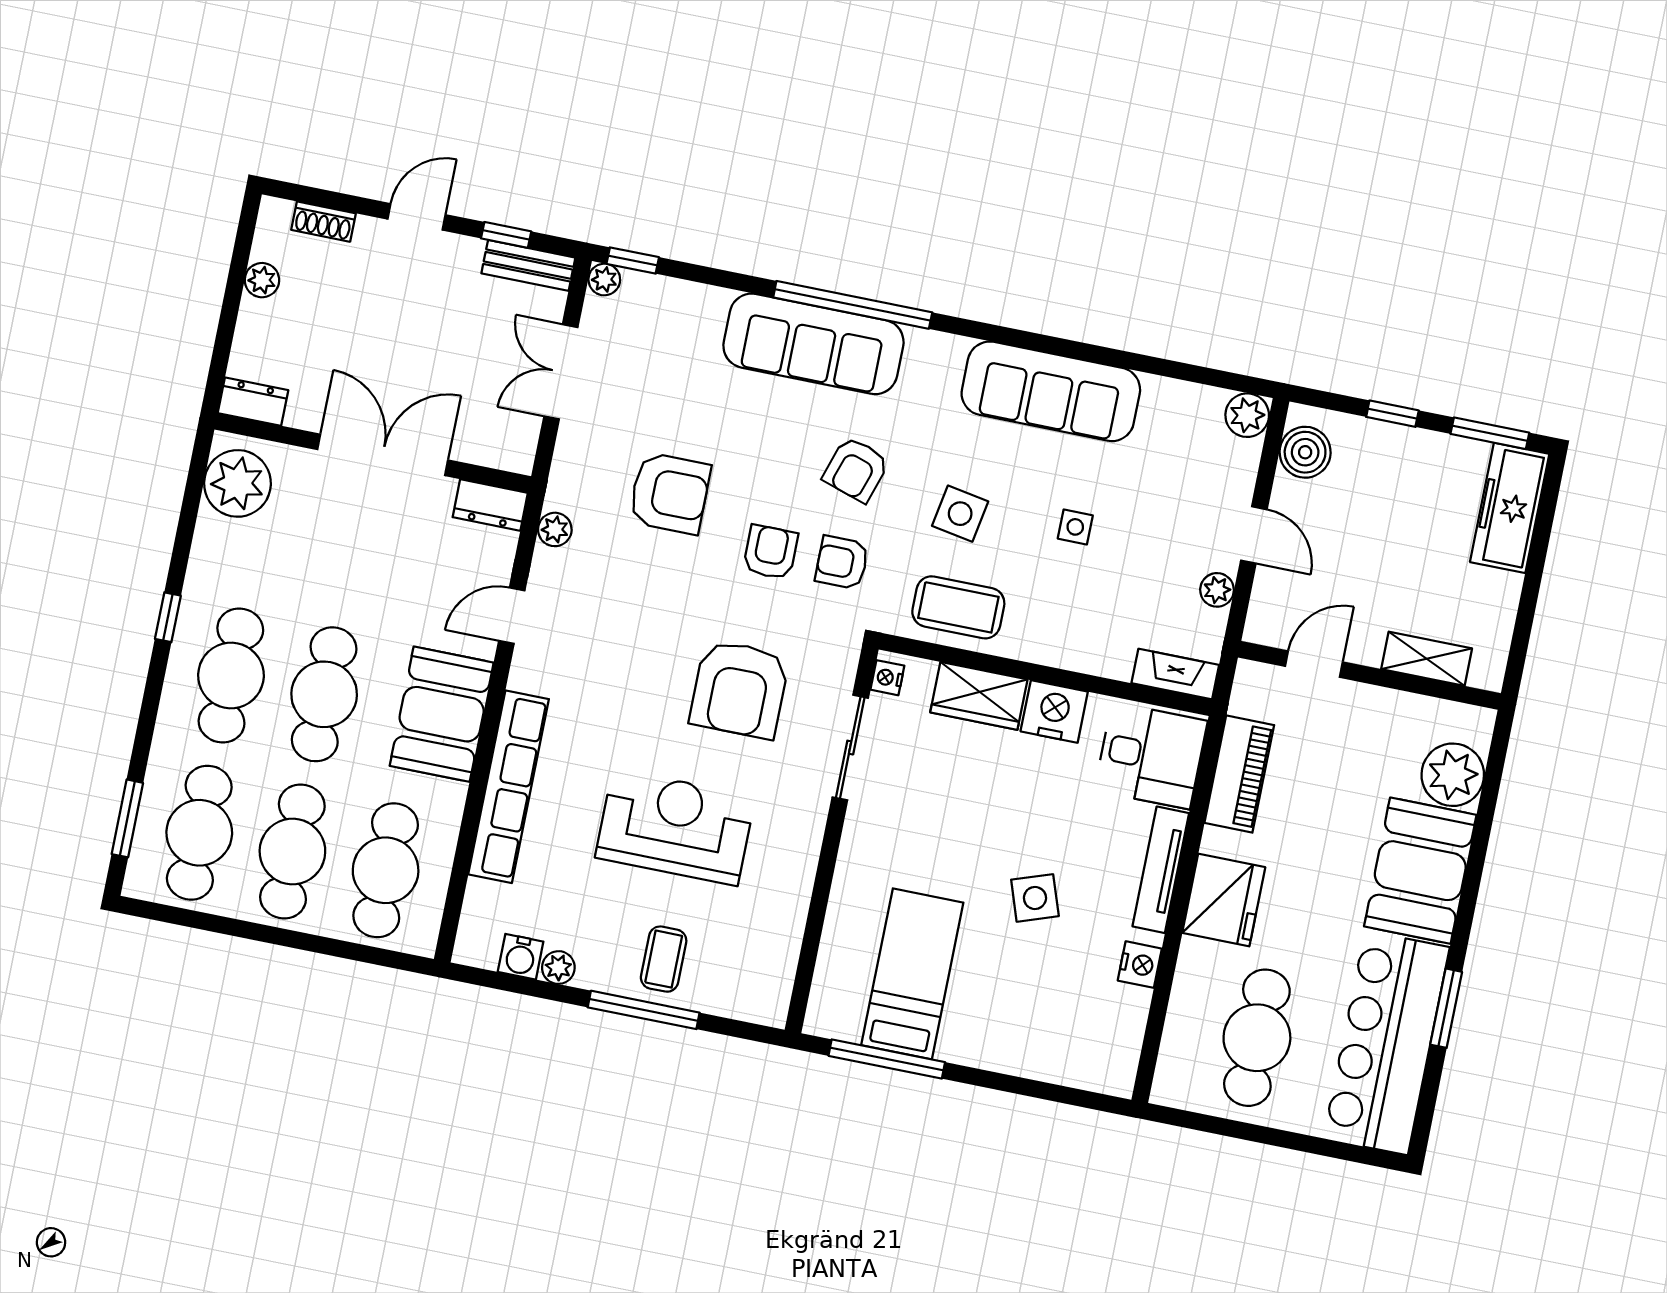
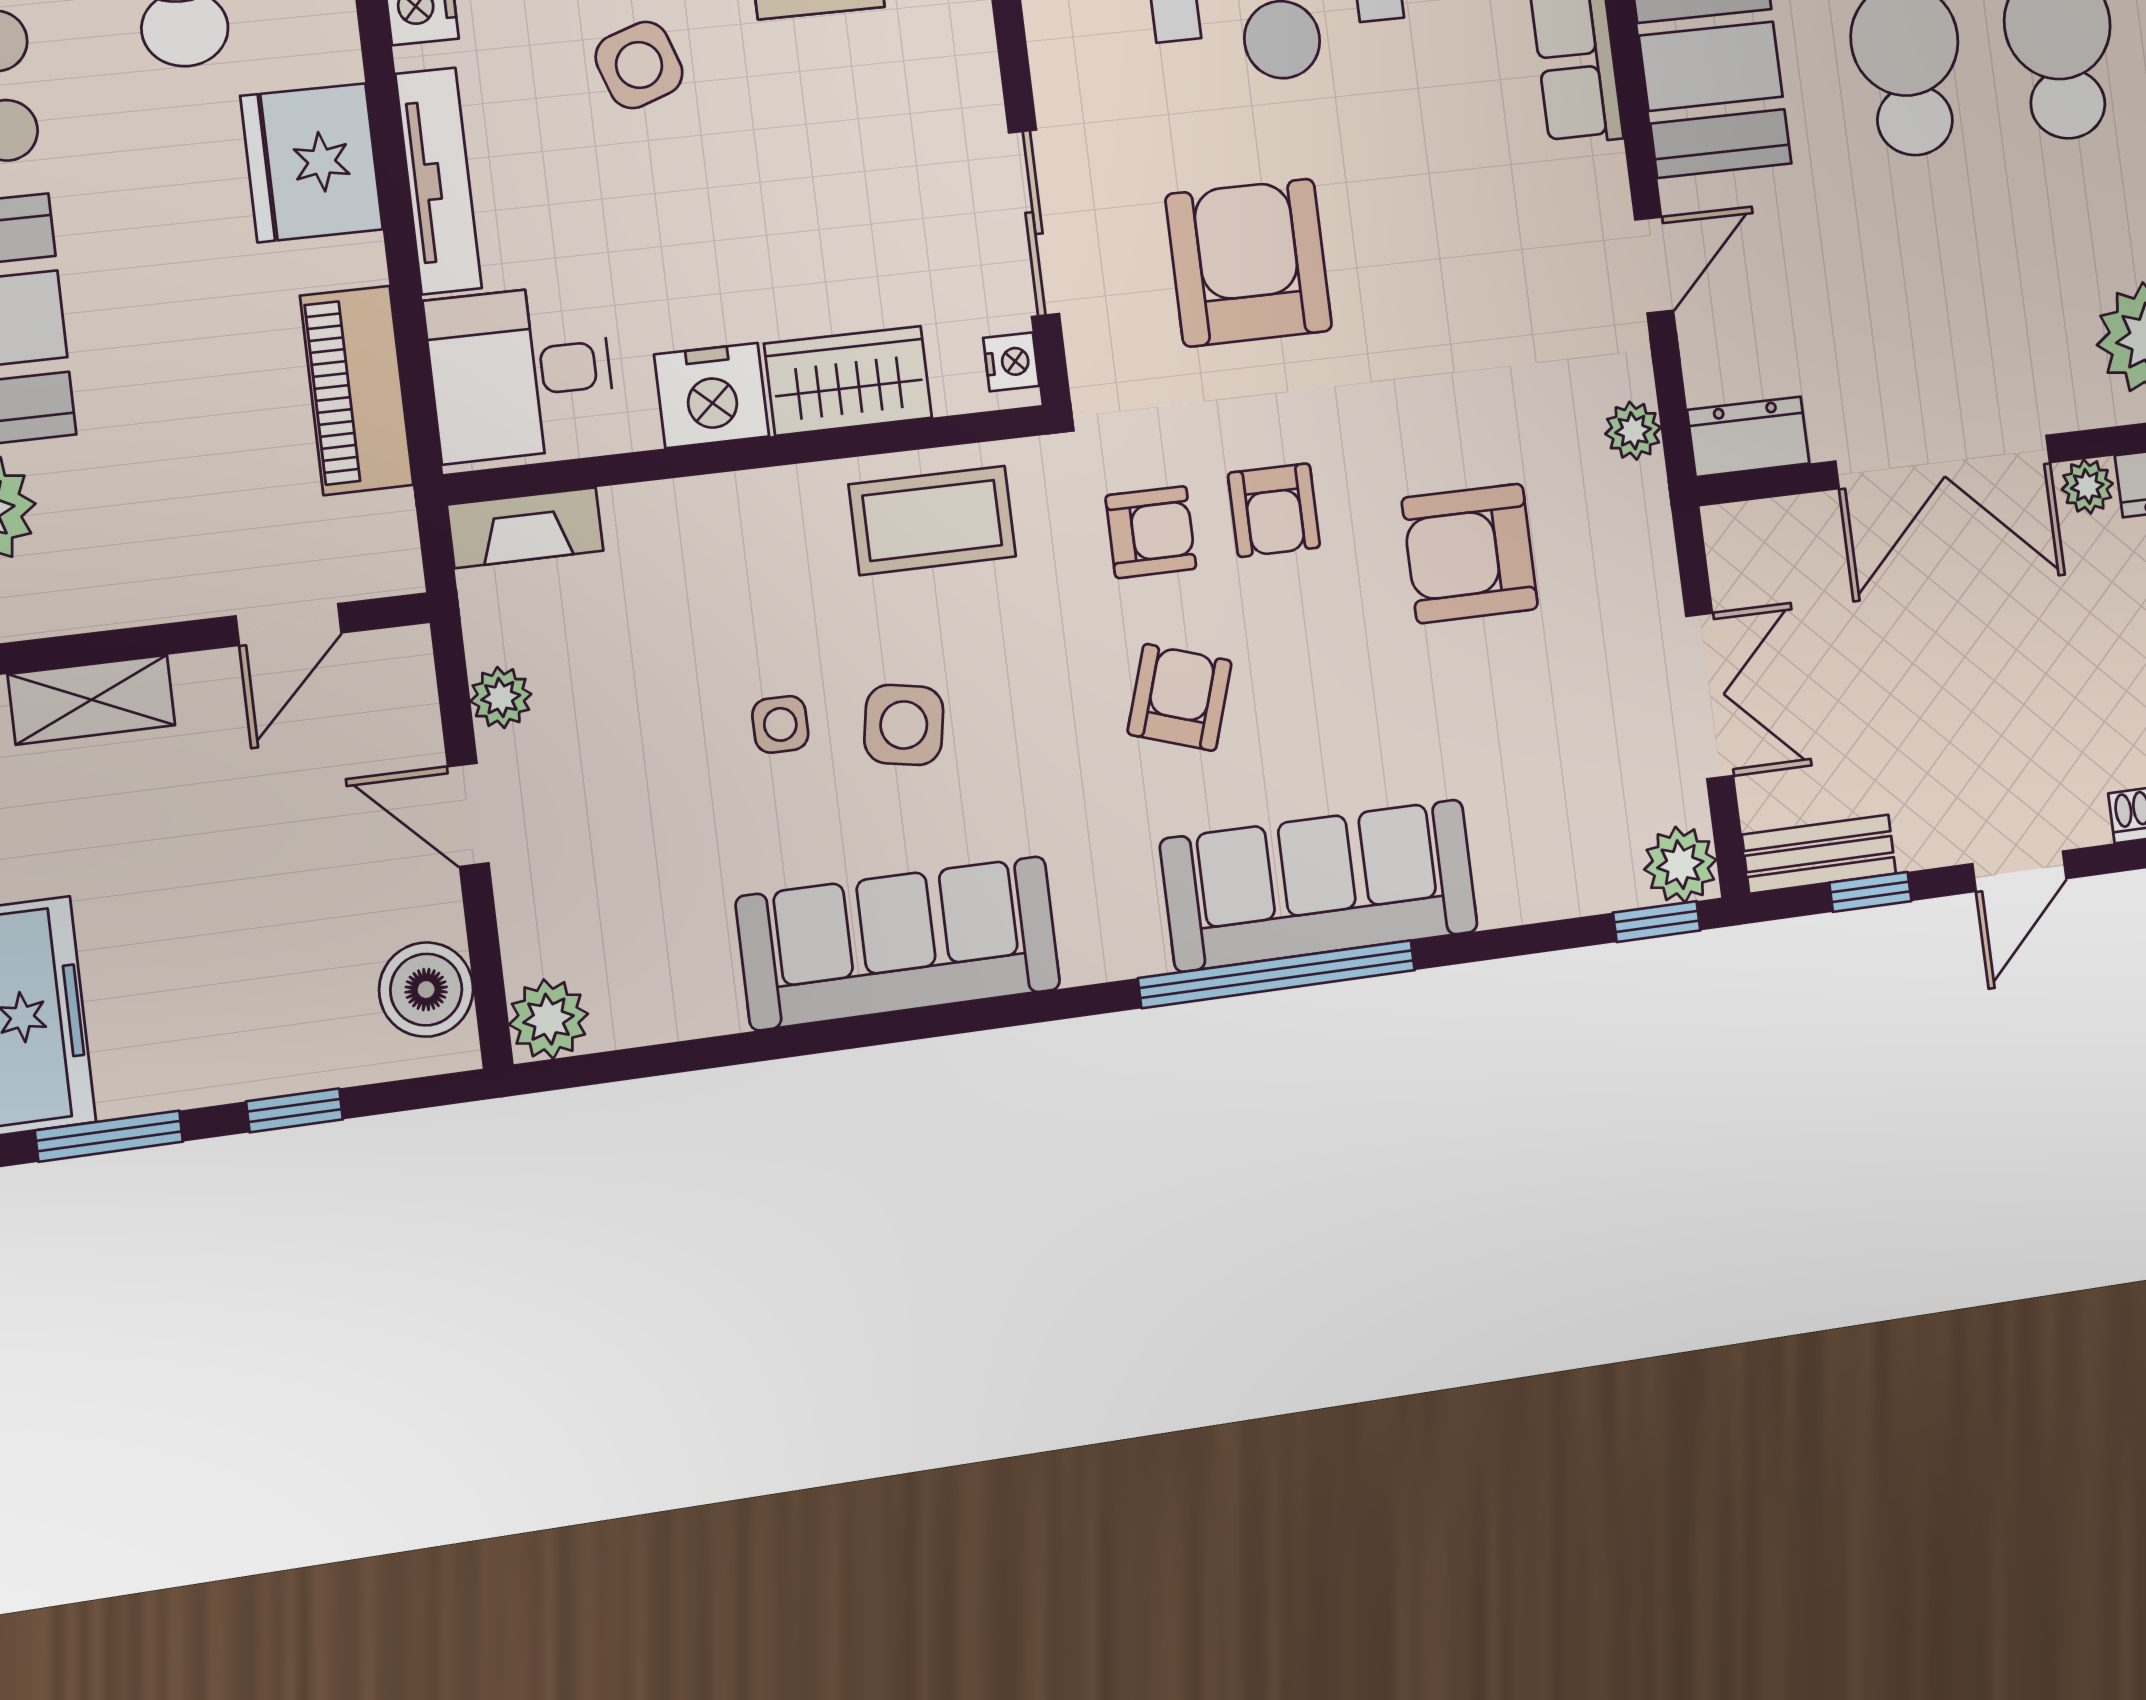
plant: (604, 279) -> (1680, 865), width x1.38, depth x1.38
plant: (303, 414) -> (2087, 486), added
side table: (960, 514) -> (904, 725), moved

